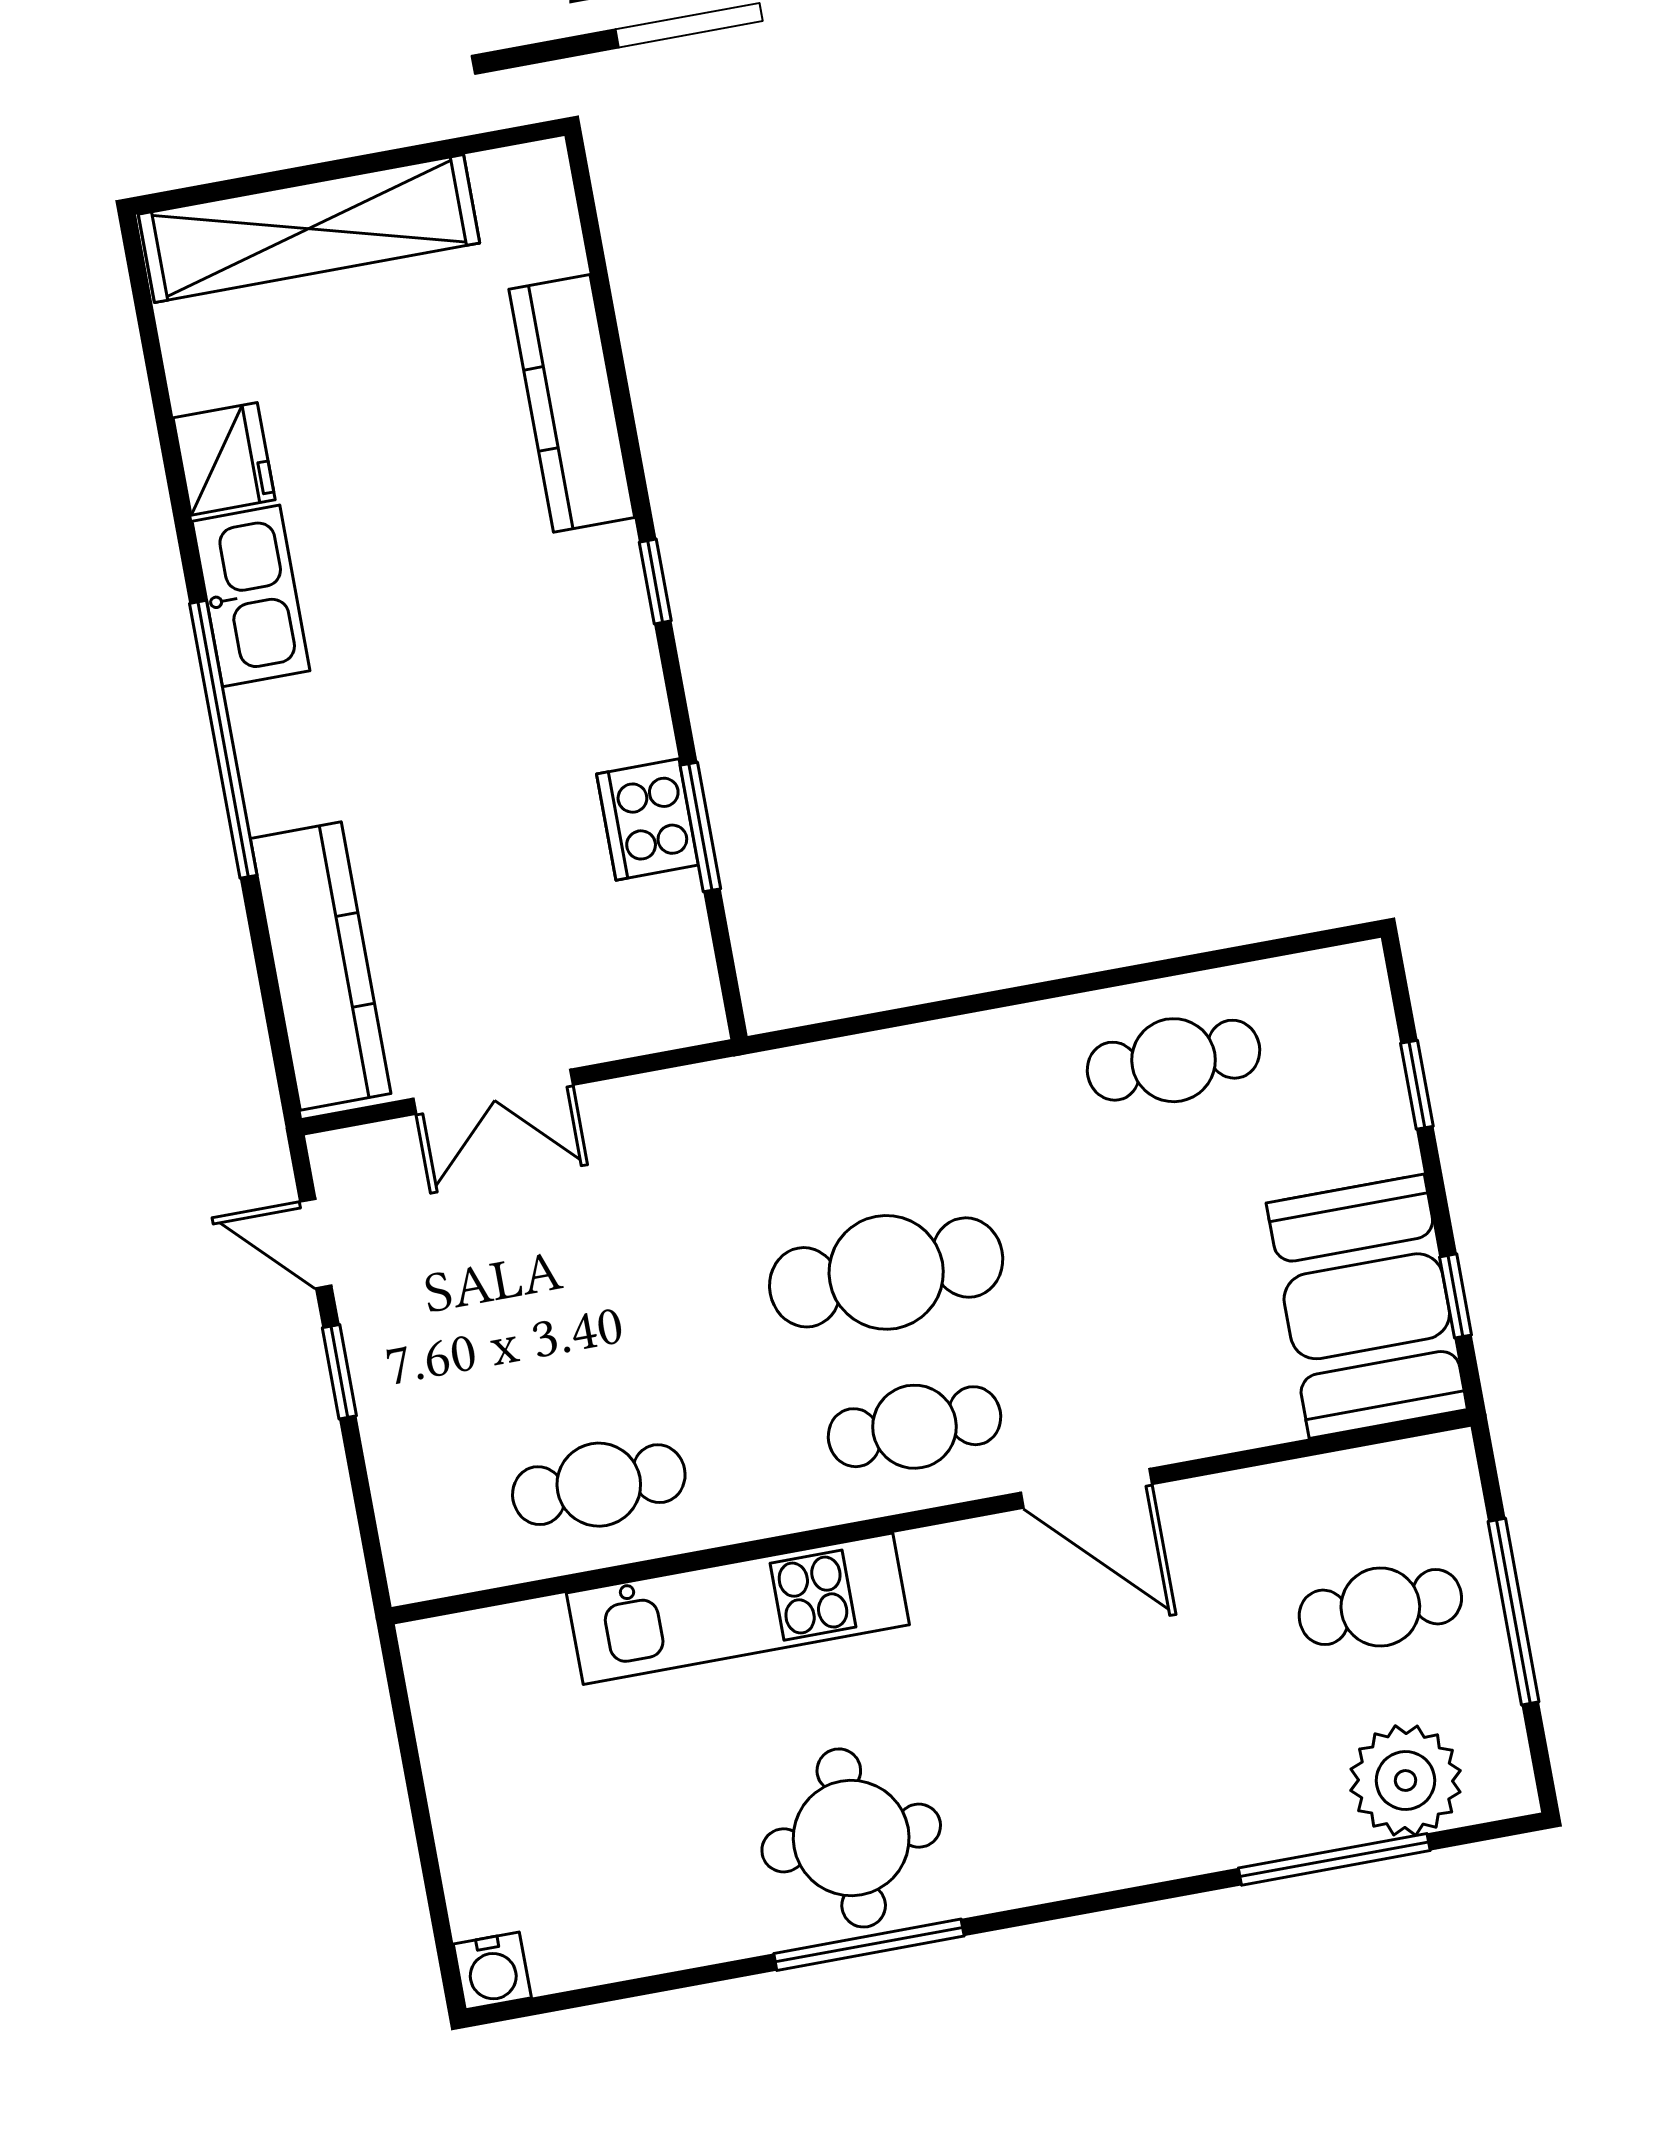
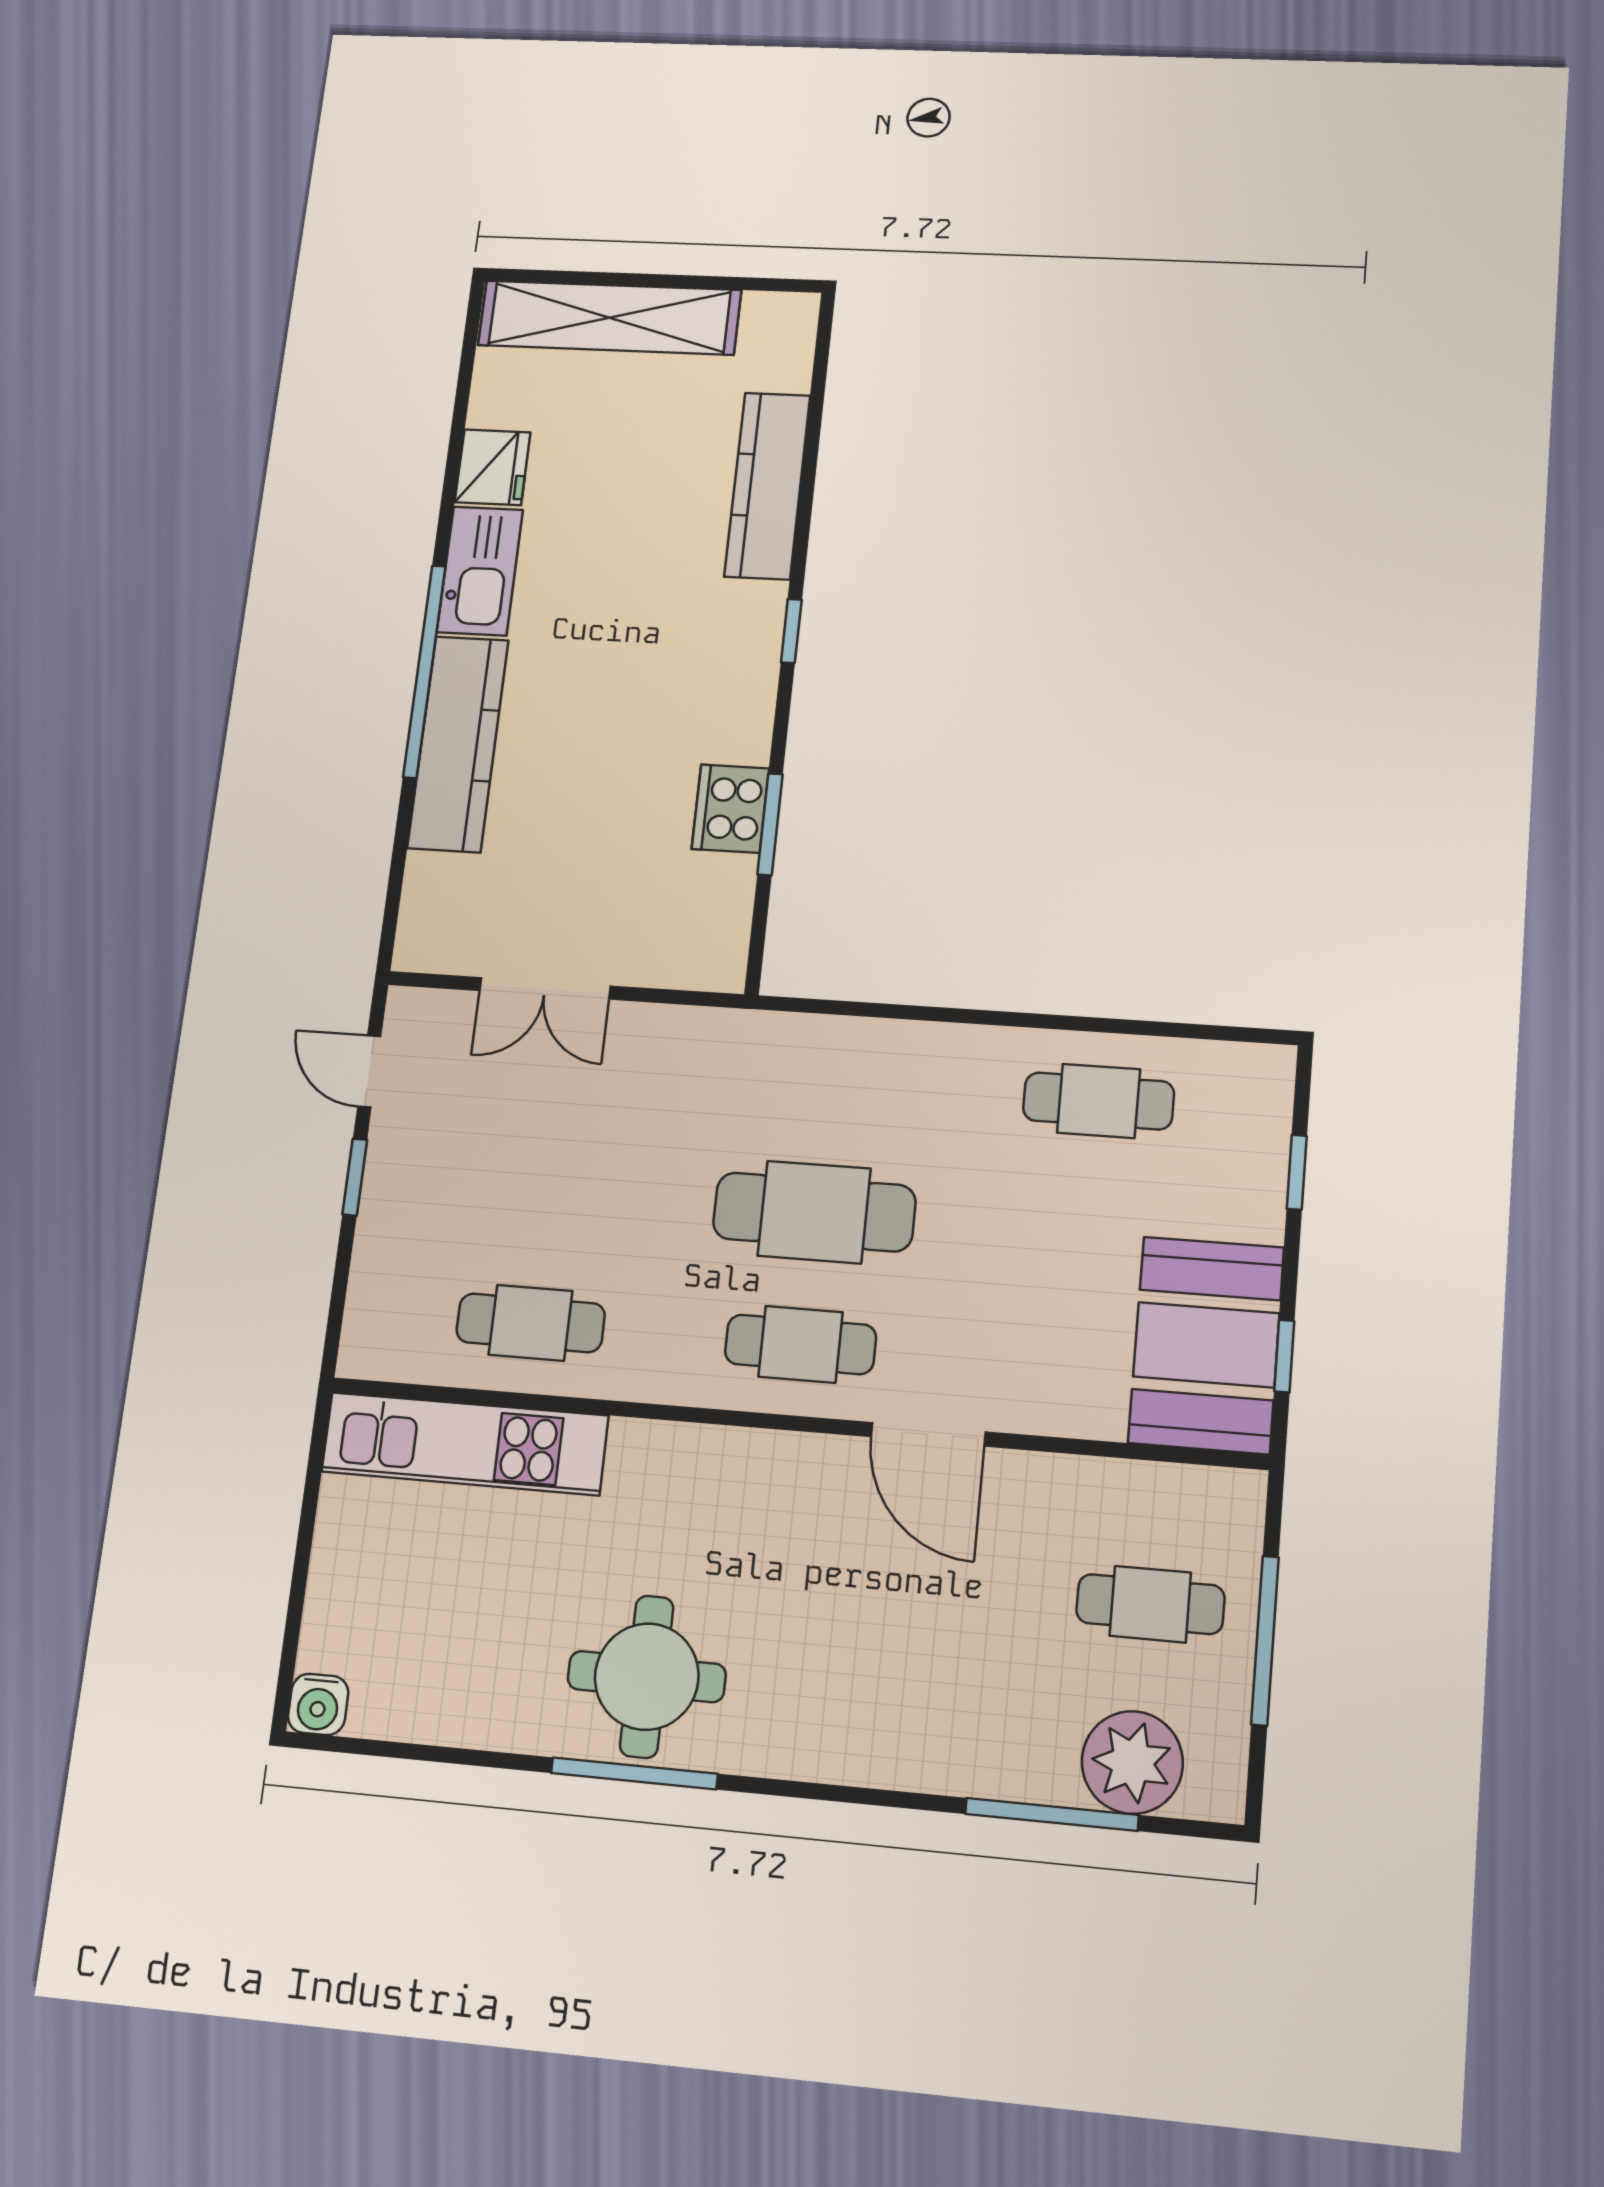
kitchen counter: (321, 966) -> (458, 744), moved
kitchen unit: (738, 1609) -> (465, 1444), moved

